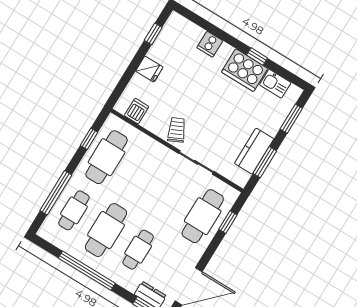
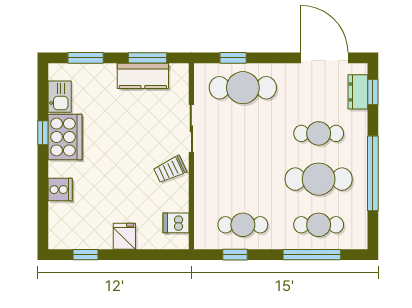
cafe table: (107, 157) -> (243, 225), width x0.73, depth x0.74

